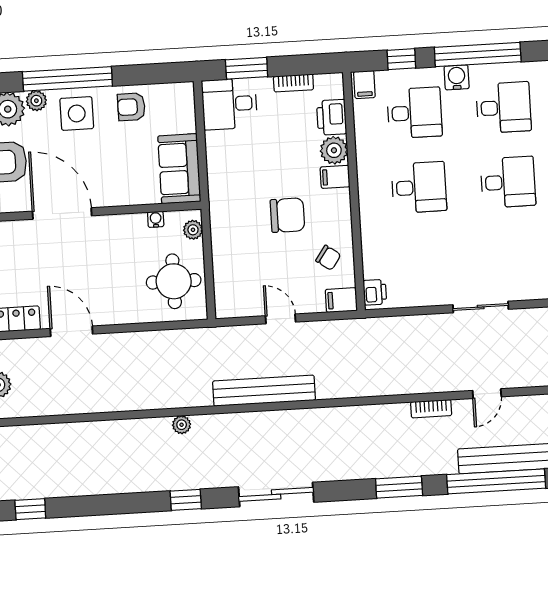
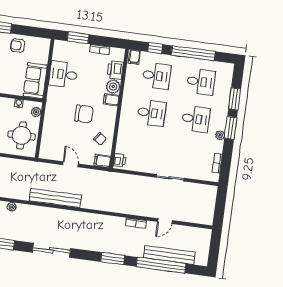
water cooler: (457, 77) -> (181, 62), removed
desk: (229, 104) -> (63, 74), moved

